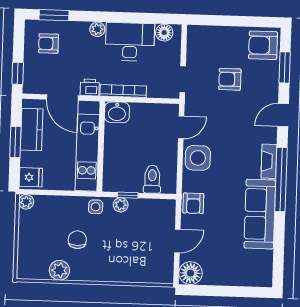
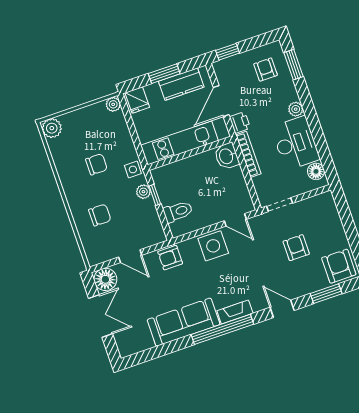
chair: (127, 255) -> (100, 215), added
plant: (59, 270) -> (52, 128), moved
double door: (224, 291) -> (101, 316), added

